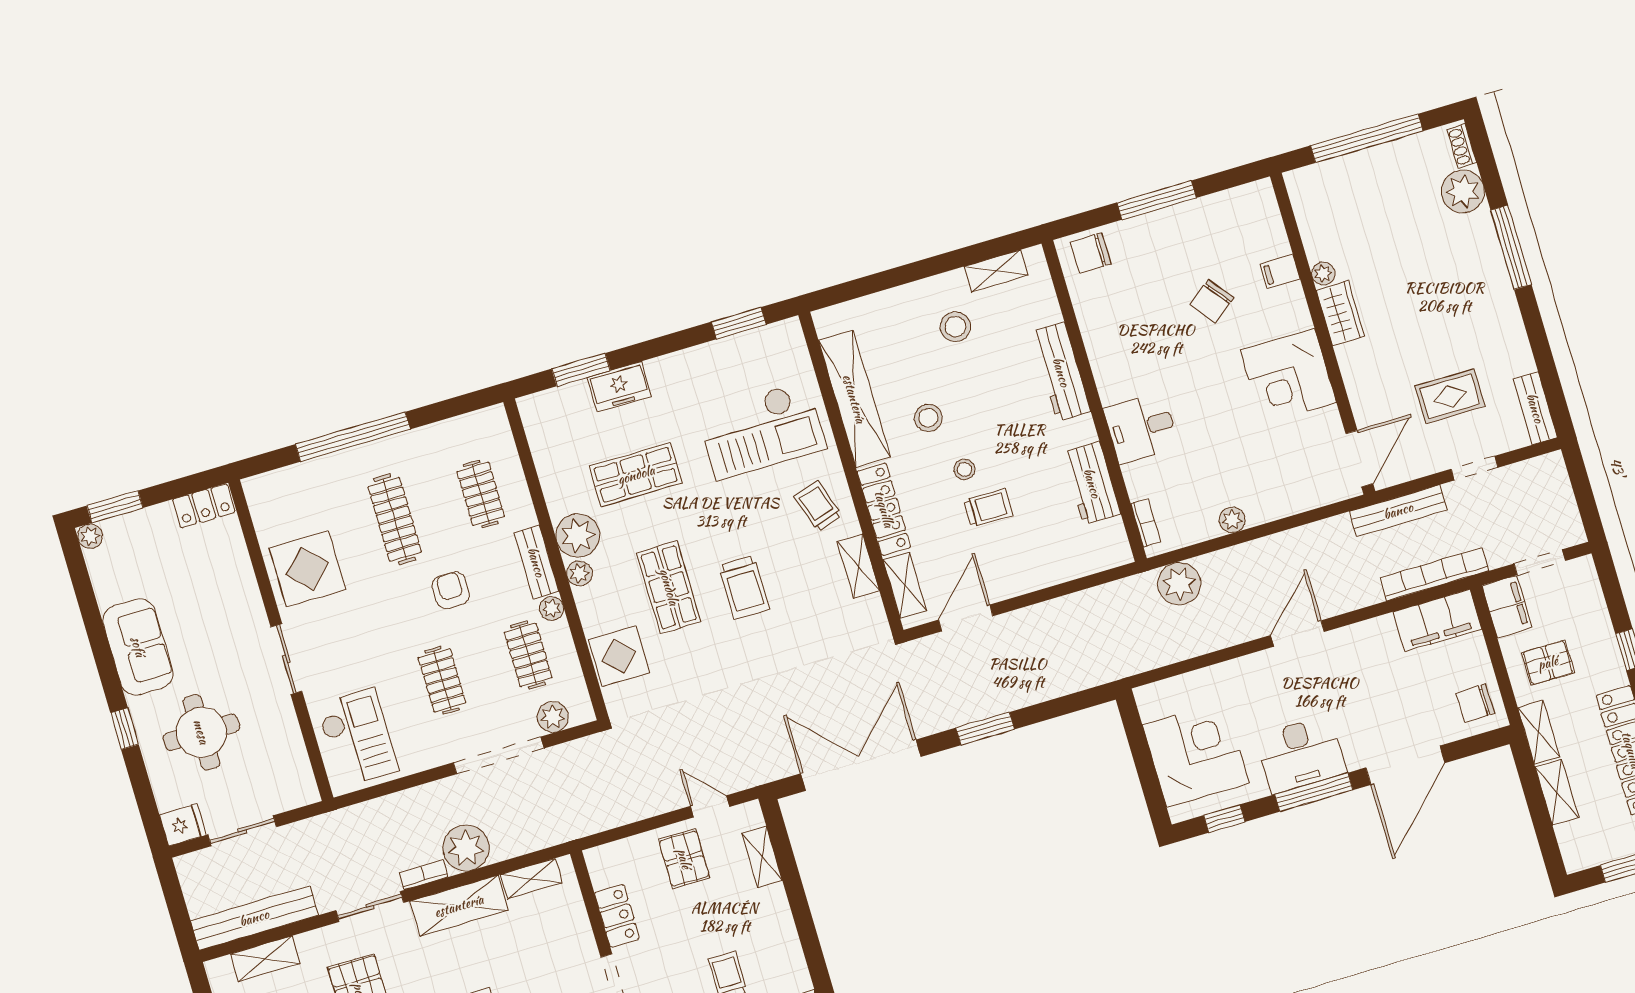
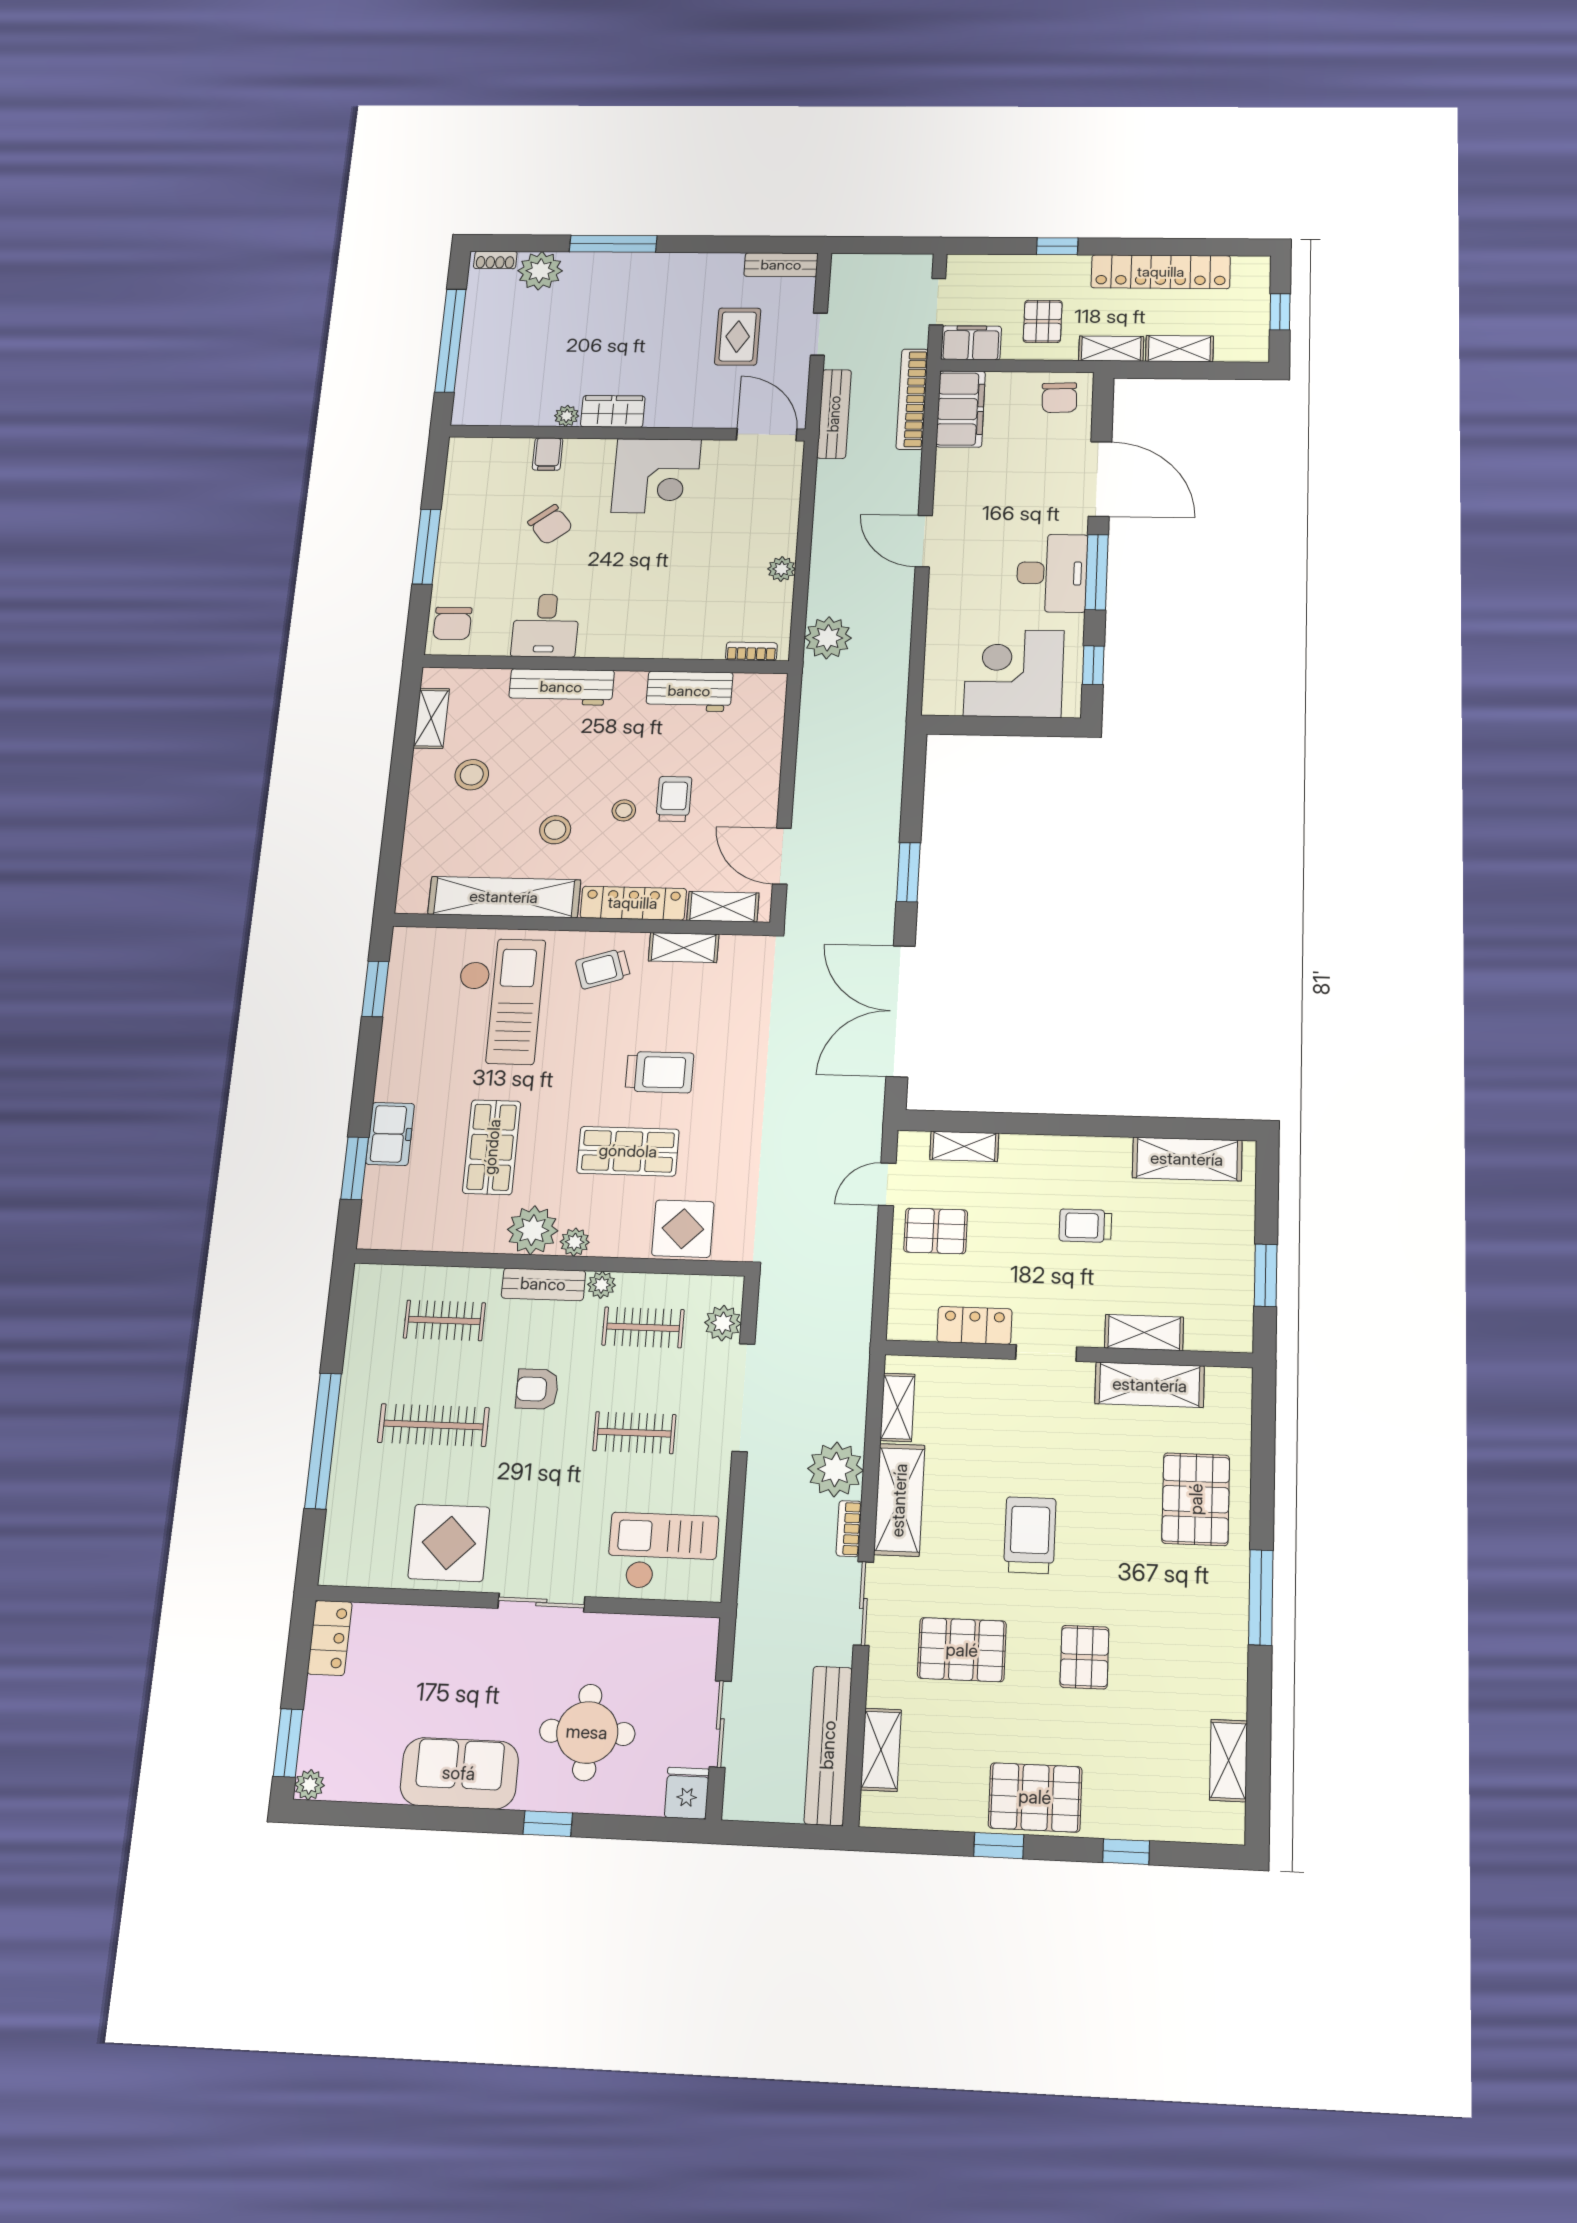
desk: (1141, 428) -> (546, 626), moved

